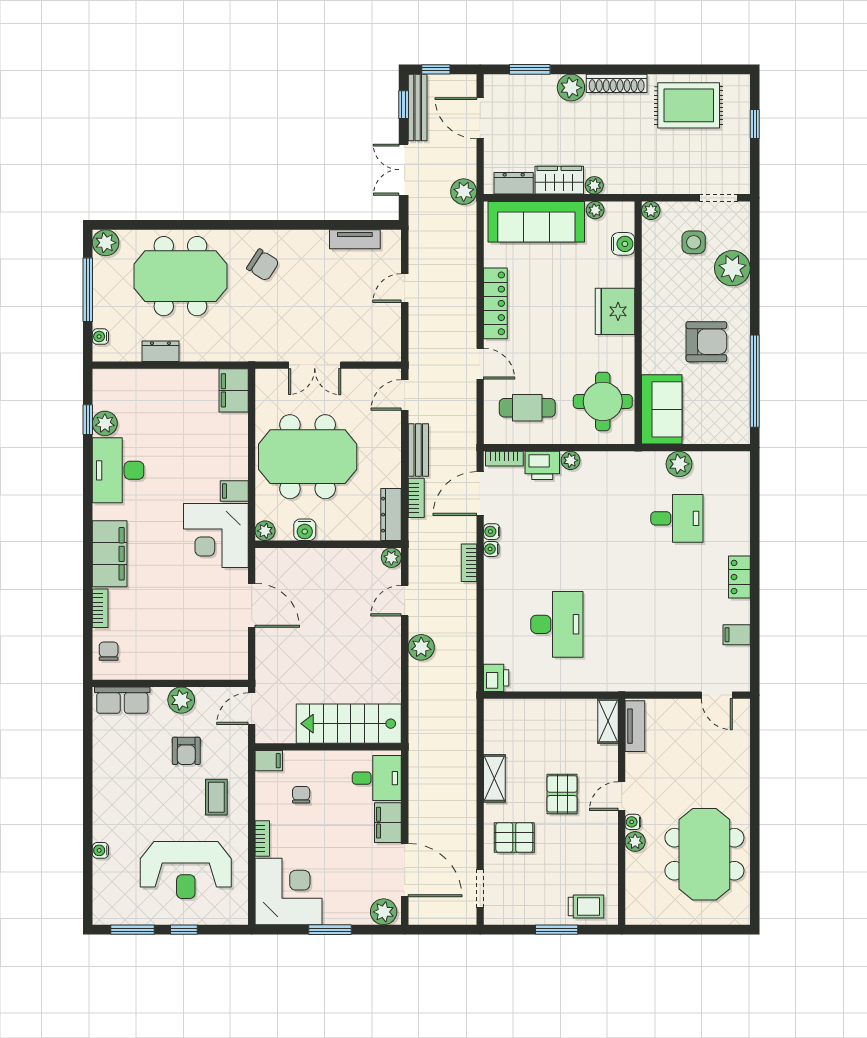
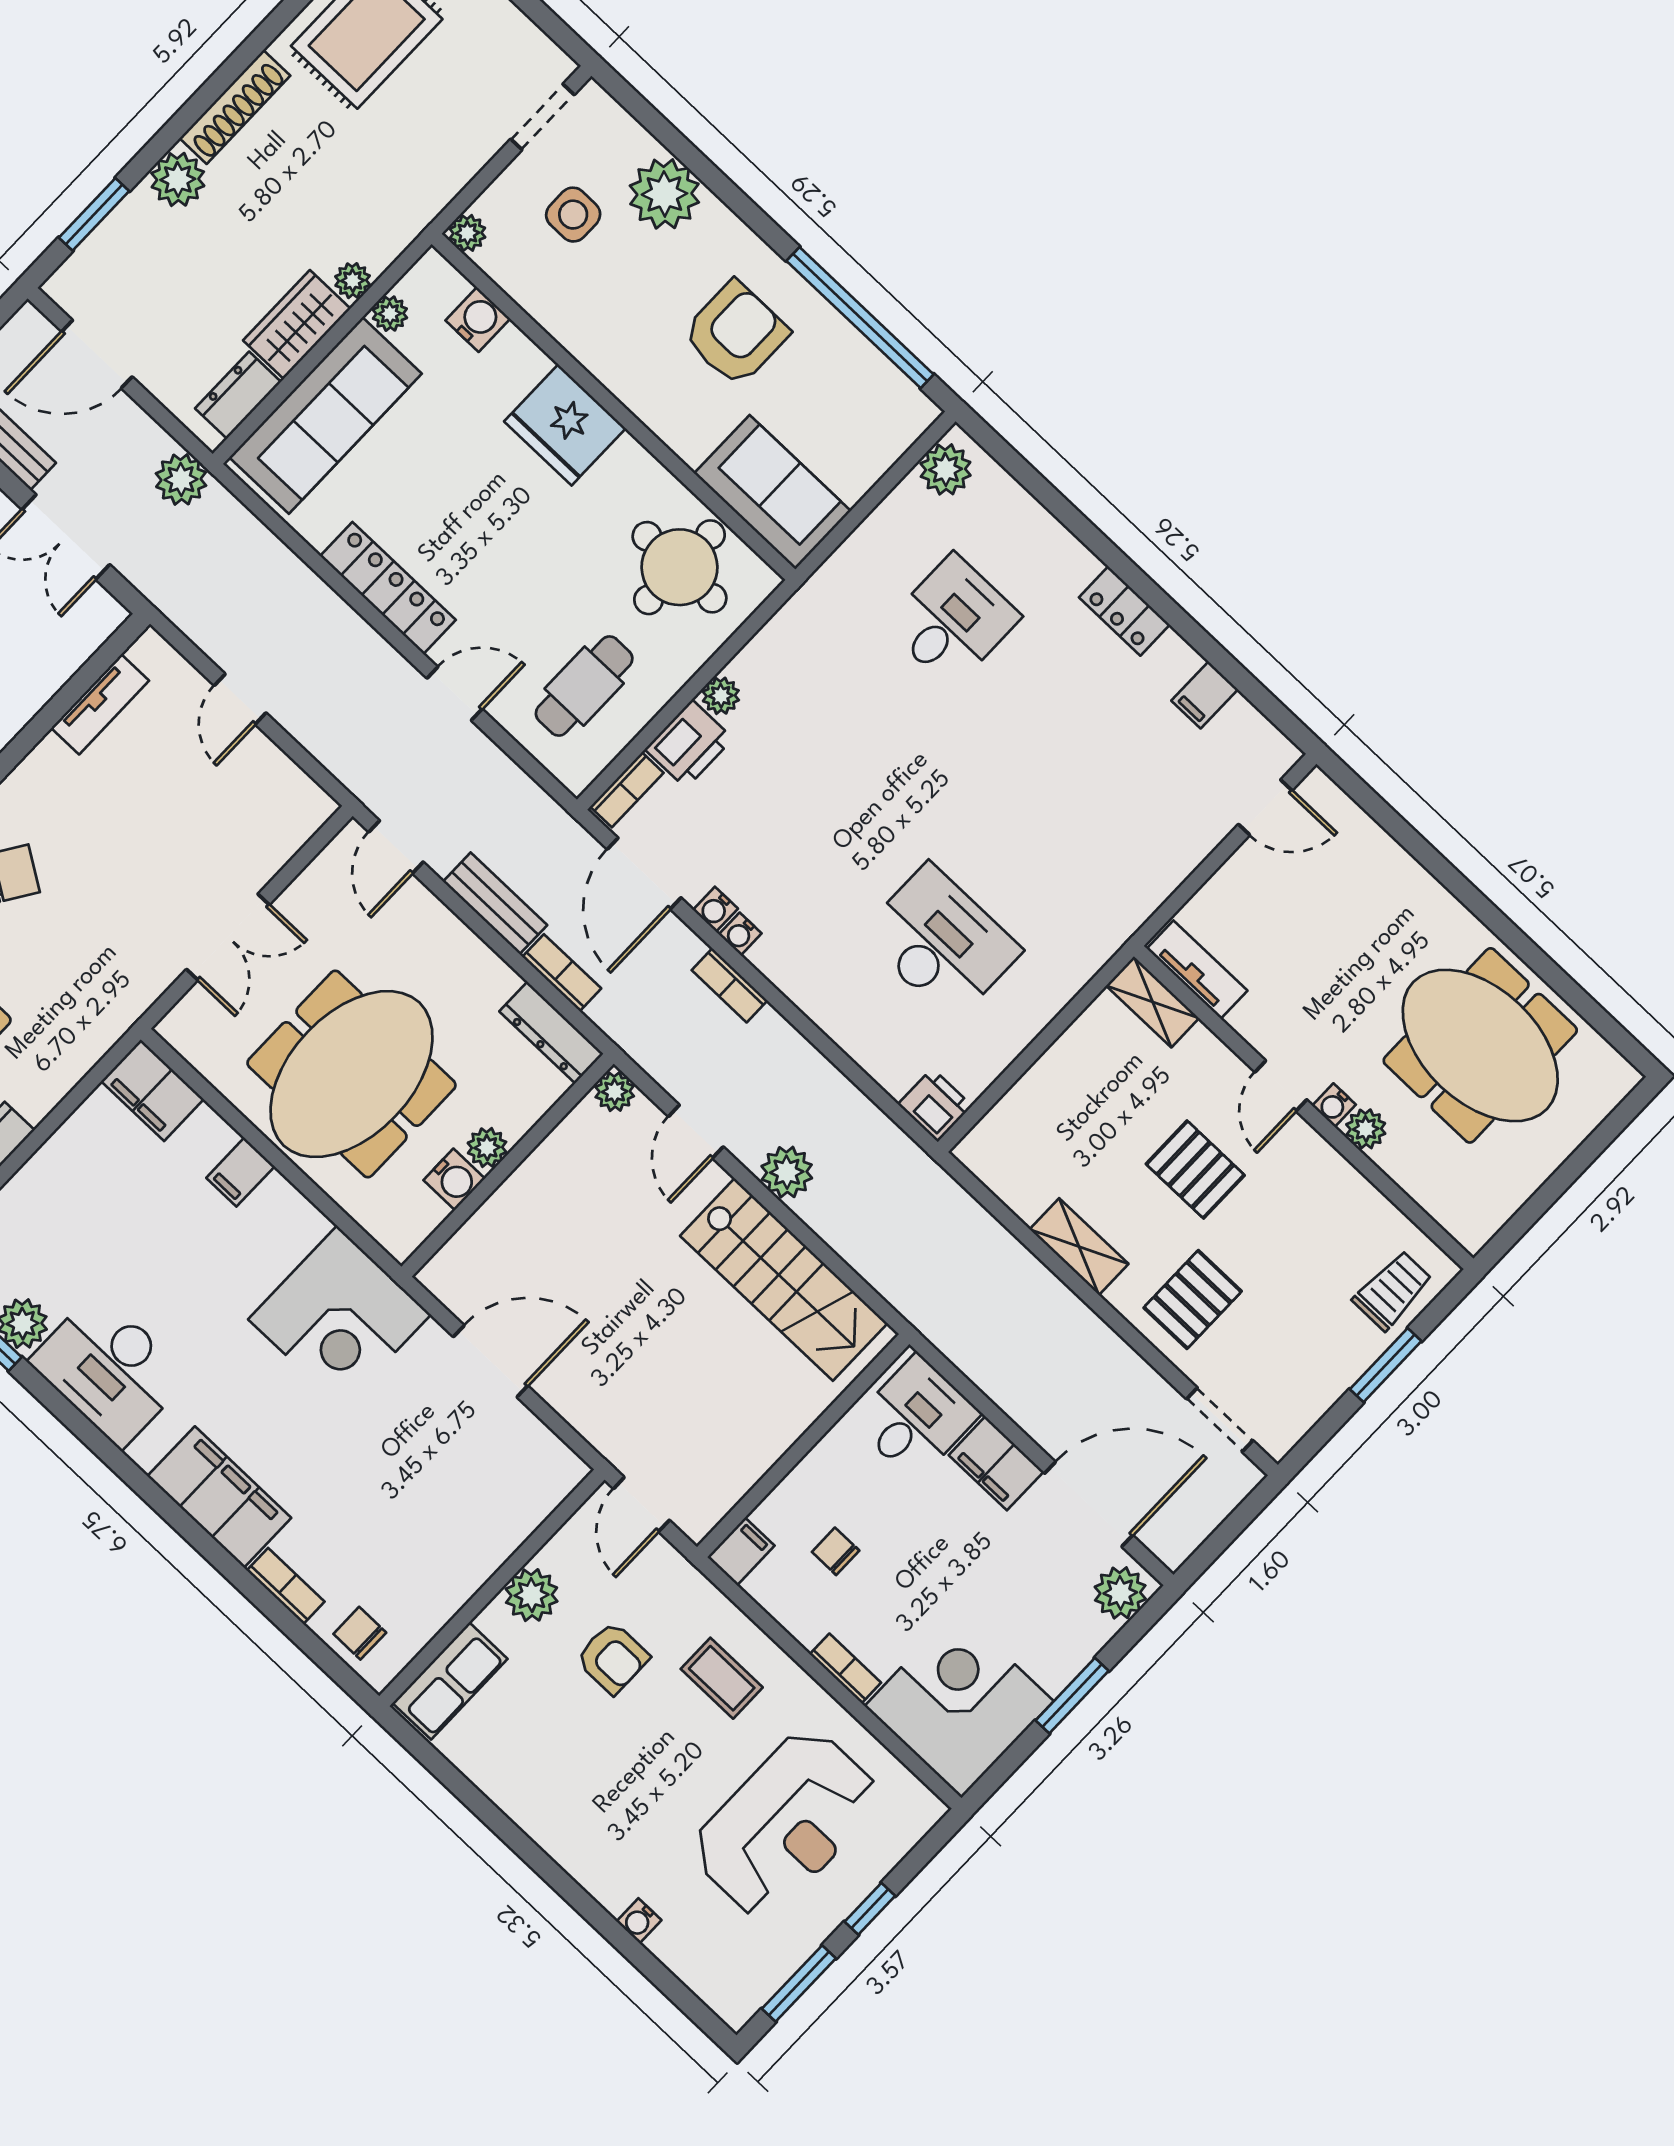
plant: (679, 464) -> (946, 469), moved
filing cabinet: (234, 491) -> (240, 1172), moved
plant: (265, 531) -> (487, 1148), moved
stairs: (349, 724) -> (784, 1280), moved, turned -90

